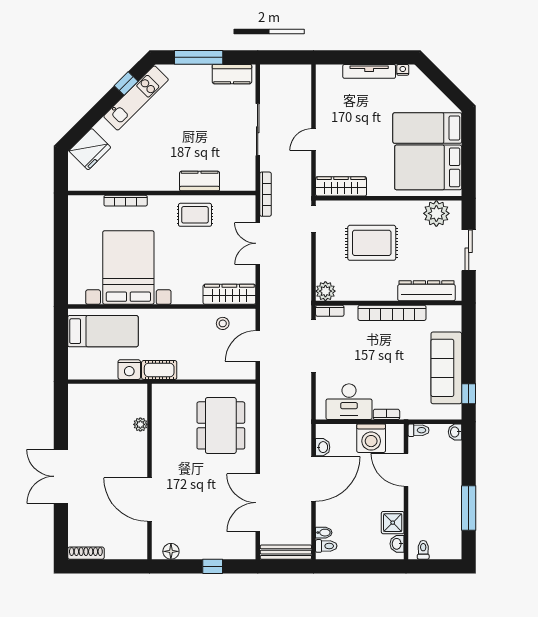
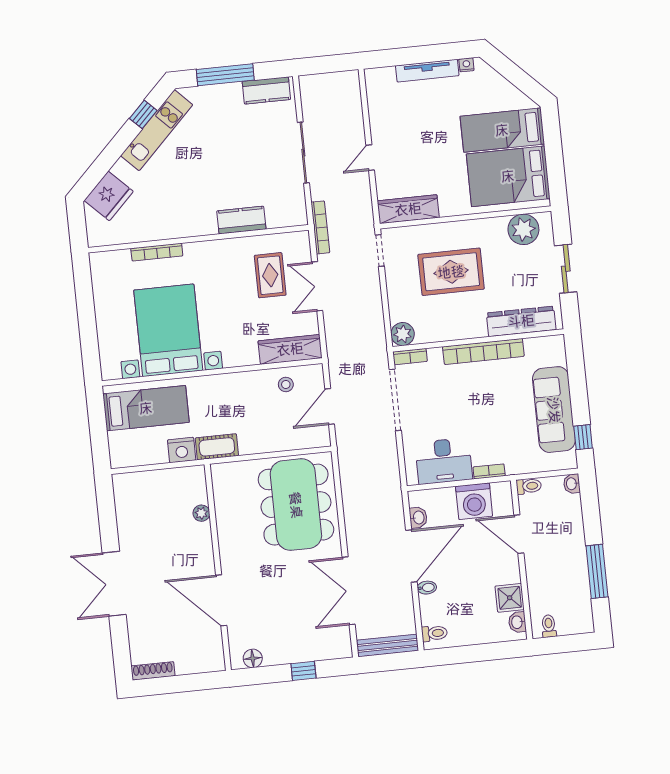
rug: (195, 215) -> (270, 275), moved, turned 90
dining table: (221, 425) -> (296, 505), width x1.36, depth x1.24
bidet: (324, 533) -> (427, 588), moved

